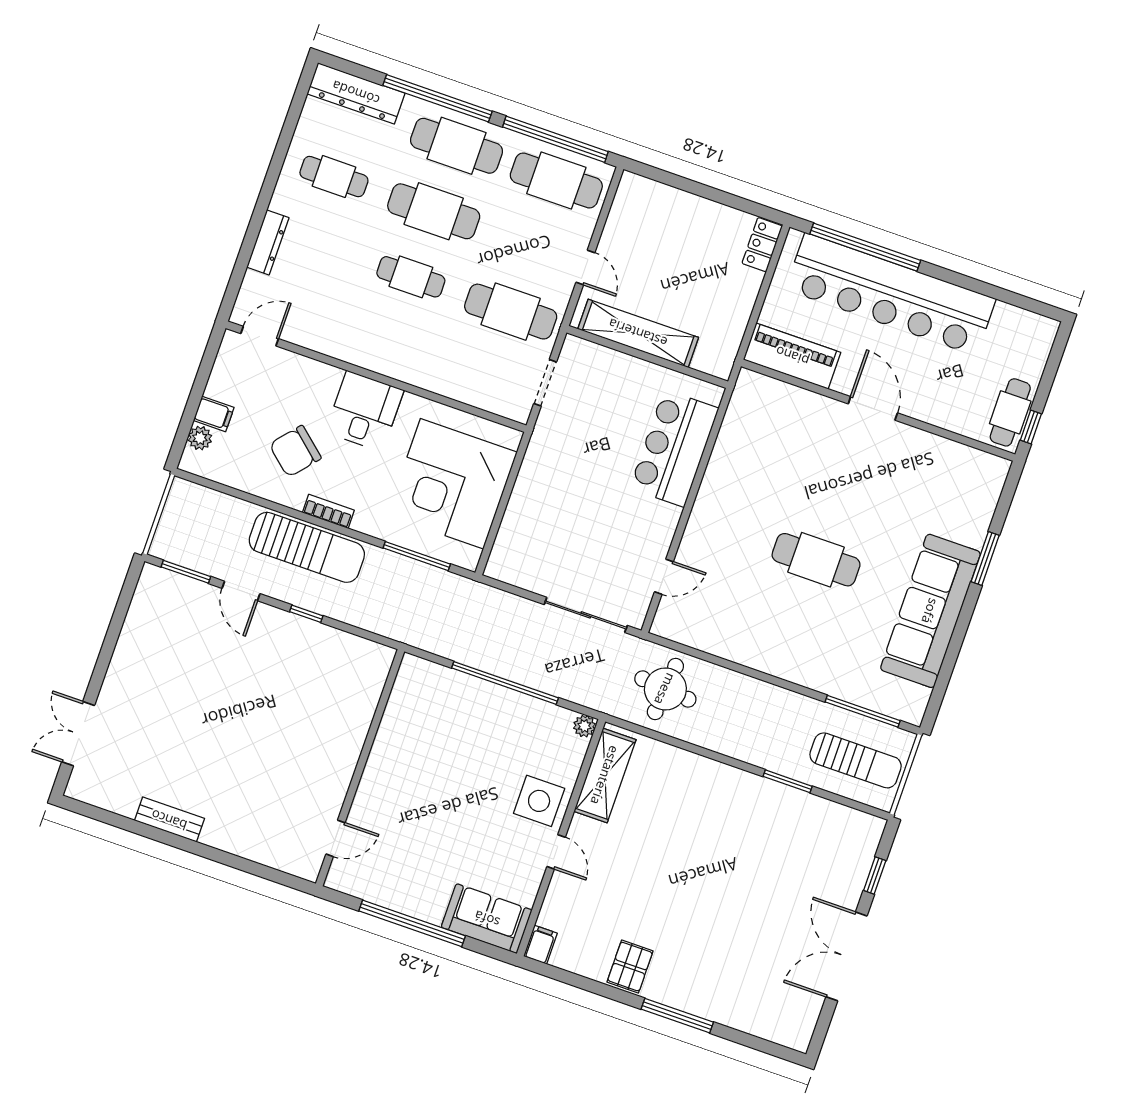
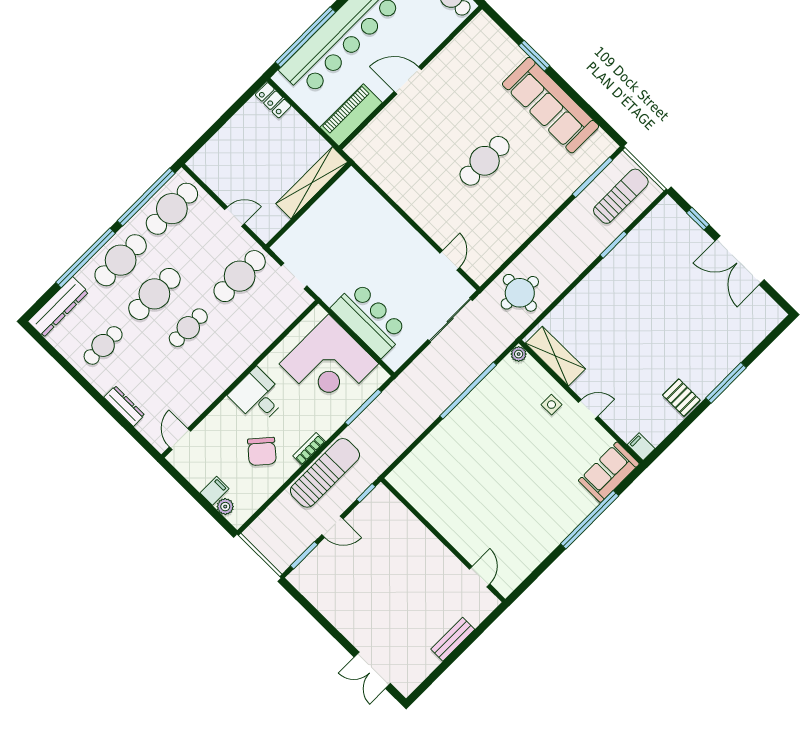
shelving: (638, 333) -> (312, 183), moved
bar counter: (674, 448) -> (369, 319), moved, turned 180
wall: (360, 768) -> (443, 540), moved
side table: (539, 801) -> (551, 405), width x0.54, depth x0.54
door: (335, 838) -> (480, 577), moved

